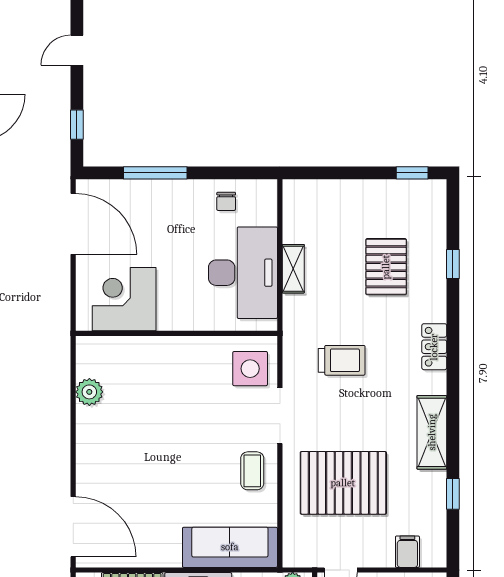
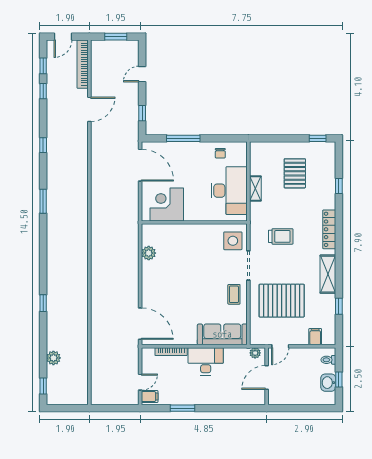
pallet: (386, 267) -> (295, 173), moved
locker: (434, 347) -> (329, 229), width x1.53

